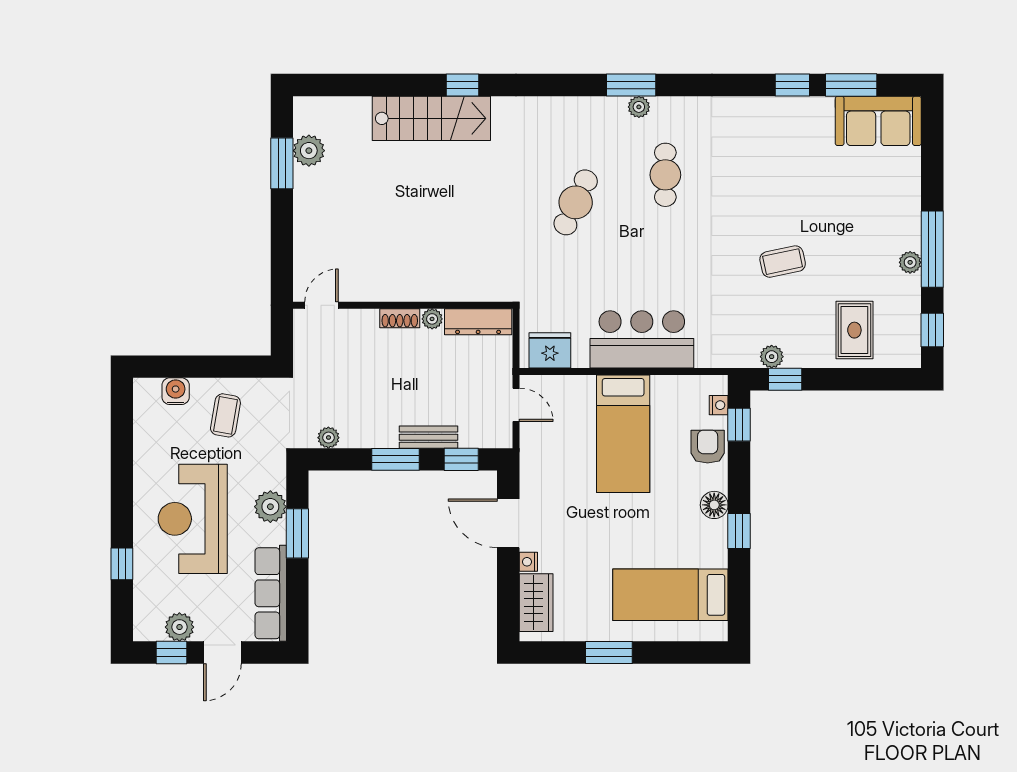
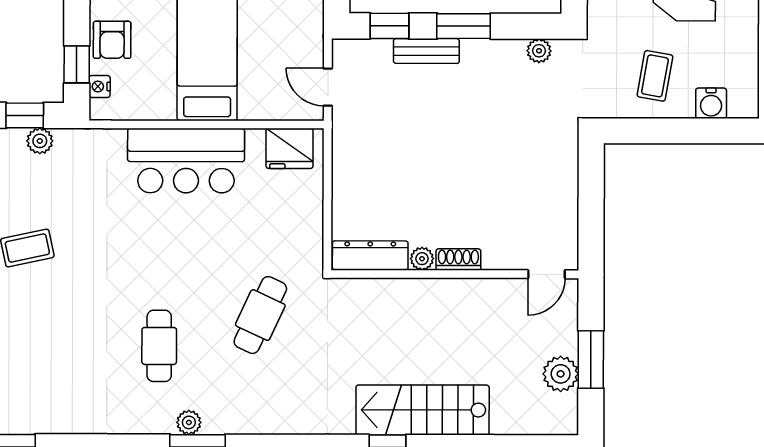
door: (321, 305) -> (547, 274), moved
wall: (403, 305) -> (455, 274), moved
shoe rack: (400, 318) -> (458, 260), moved
plant: (432, 319) -> (422, 259), moved
dresser: (478, 322) -> (370, 255), moved

